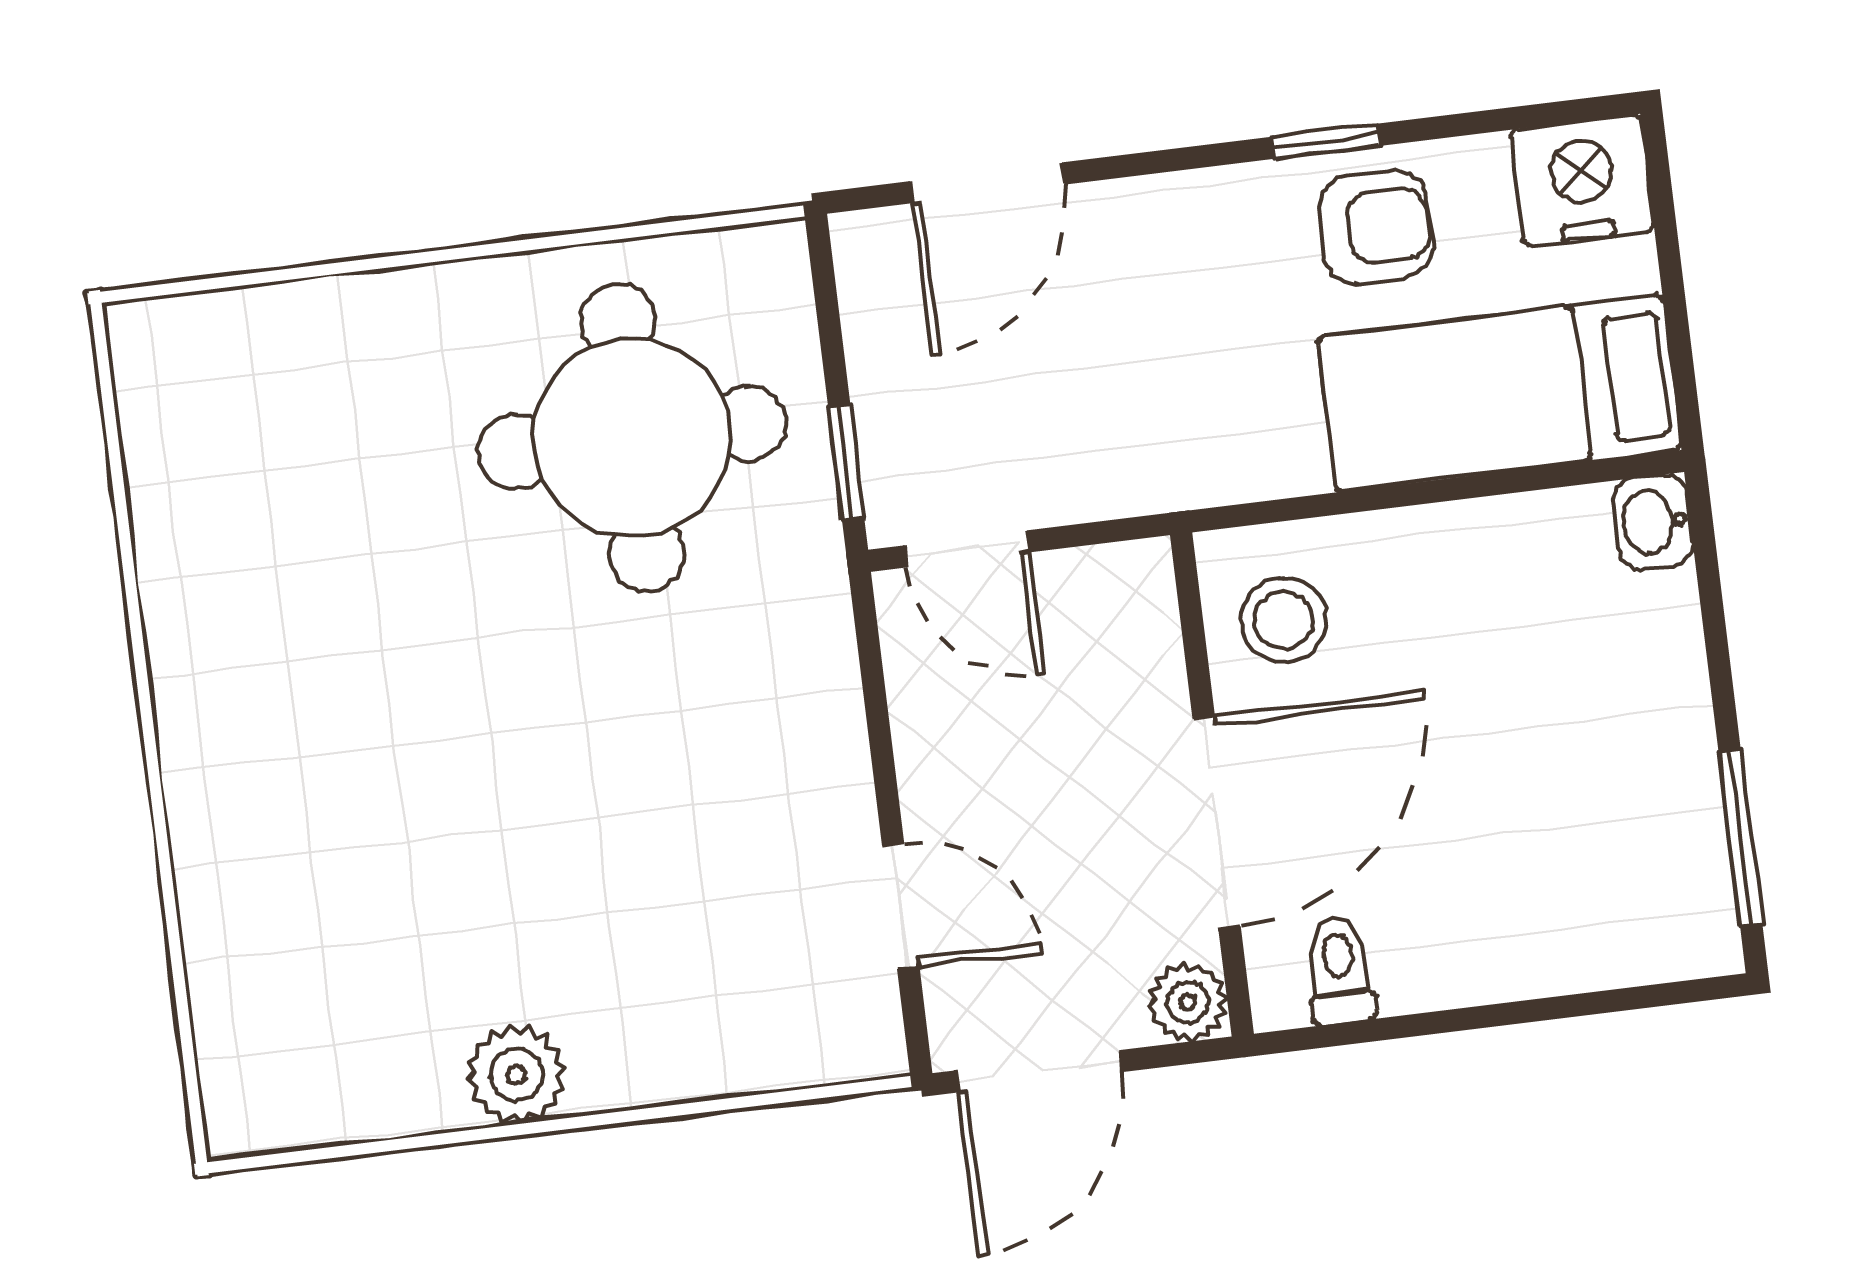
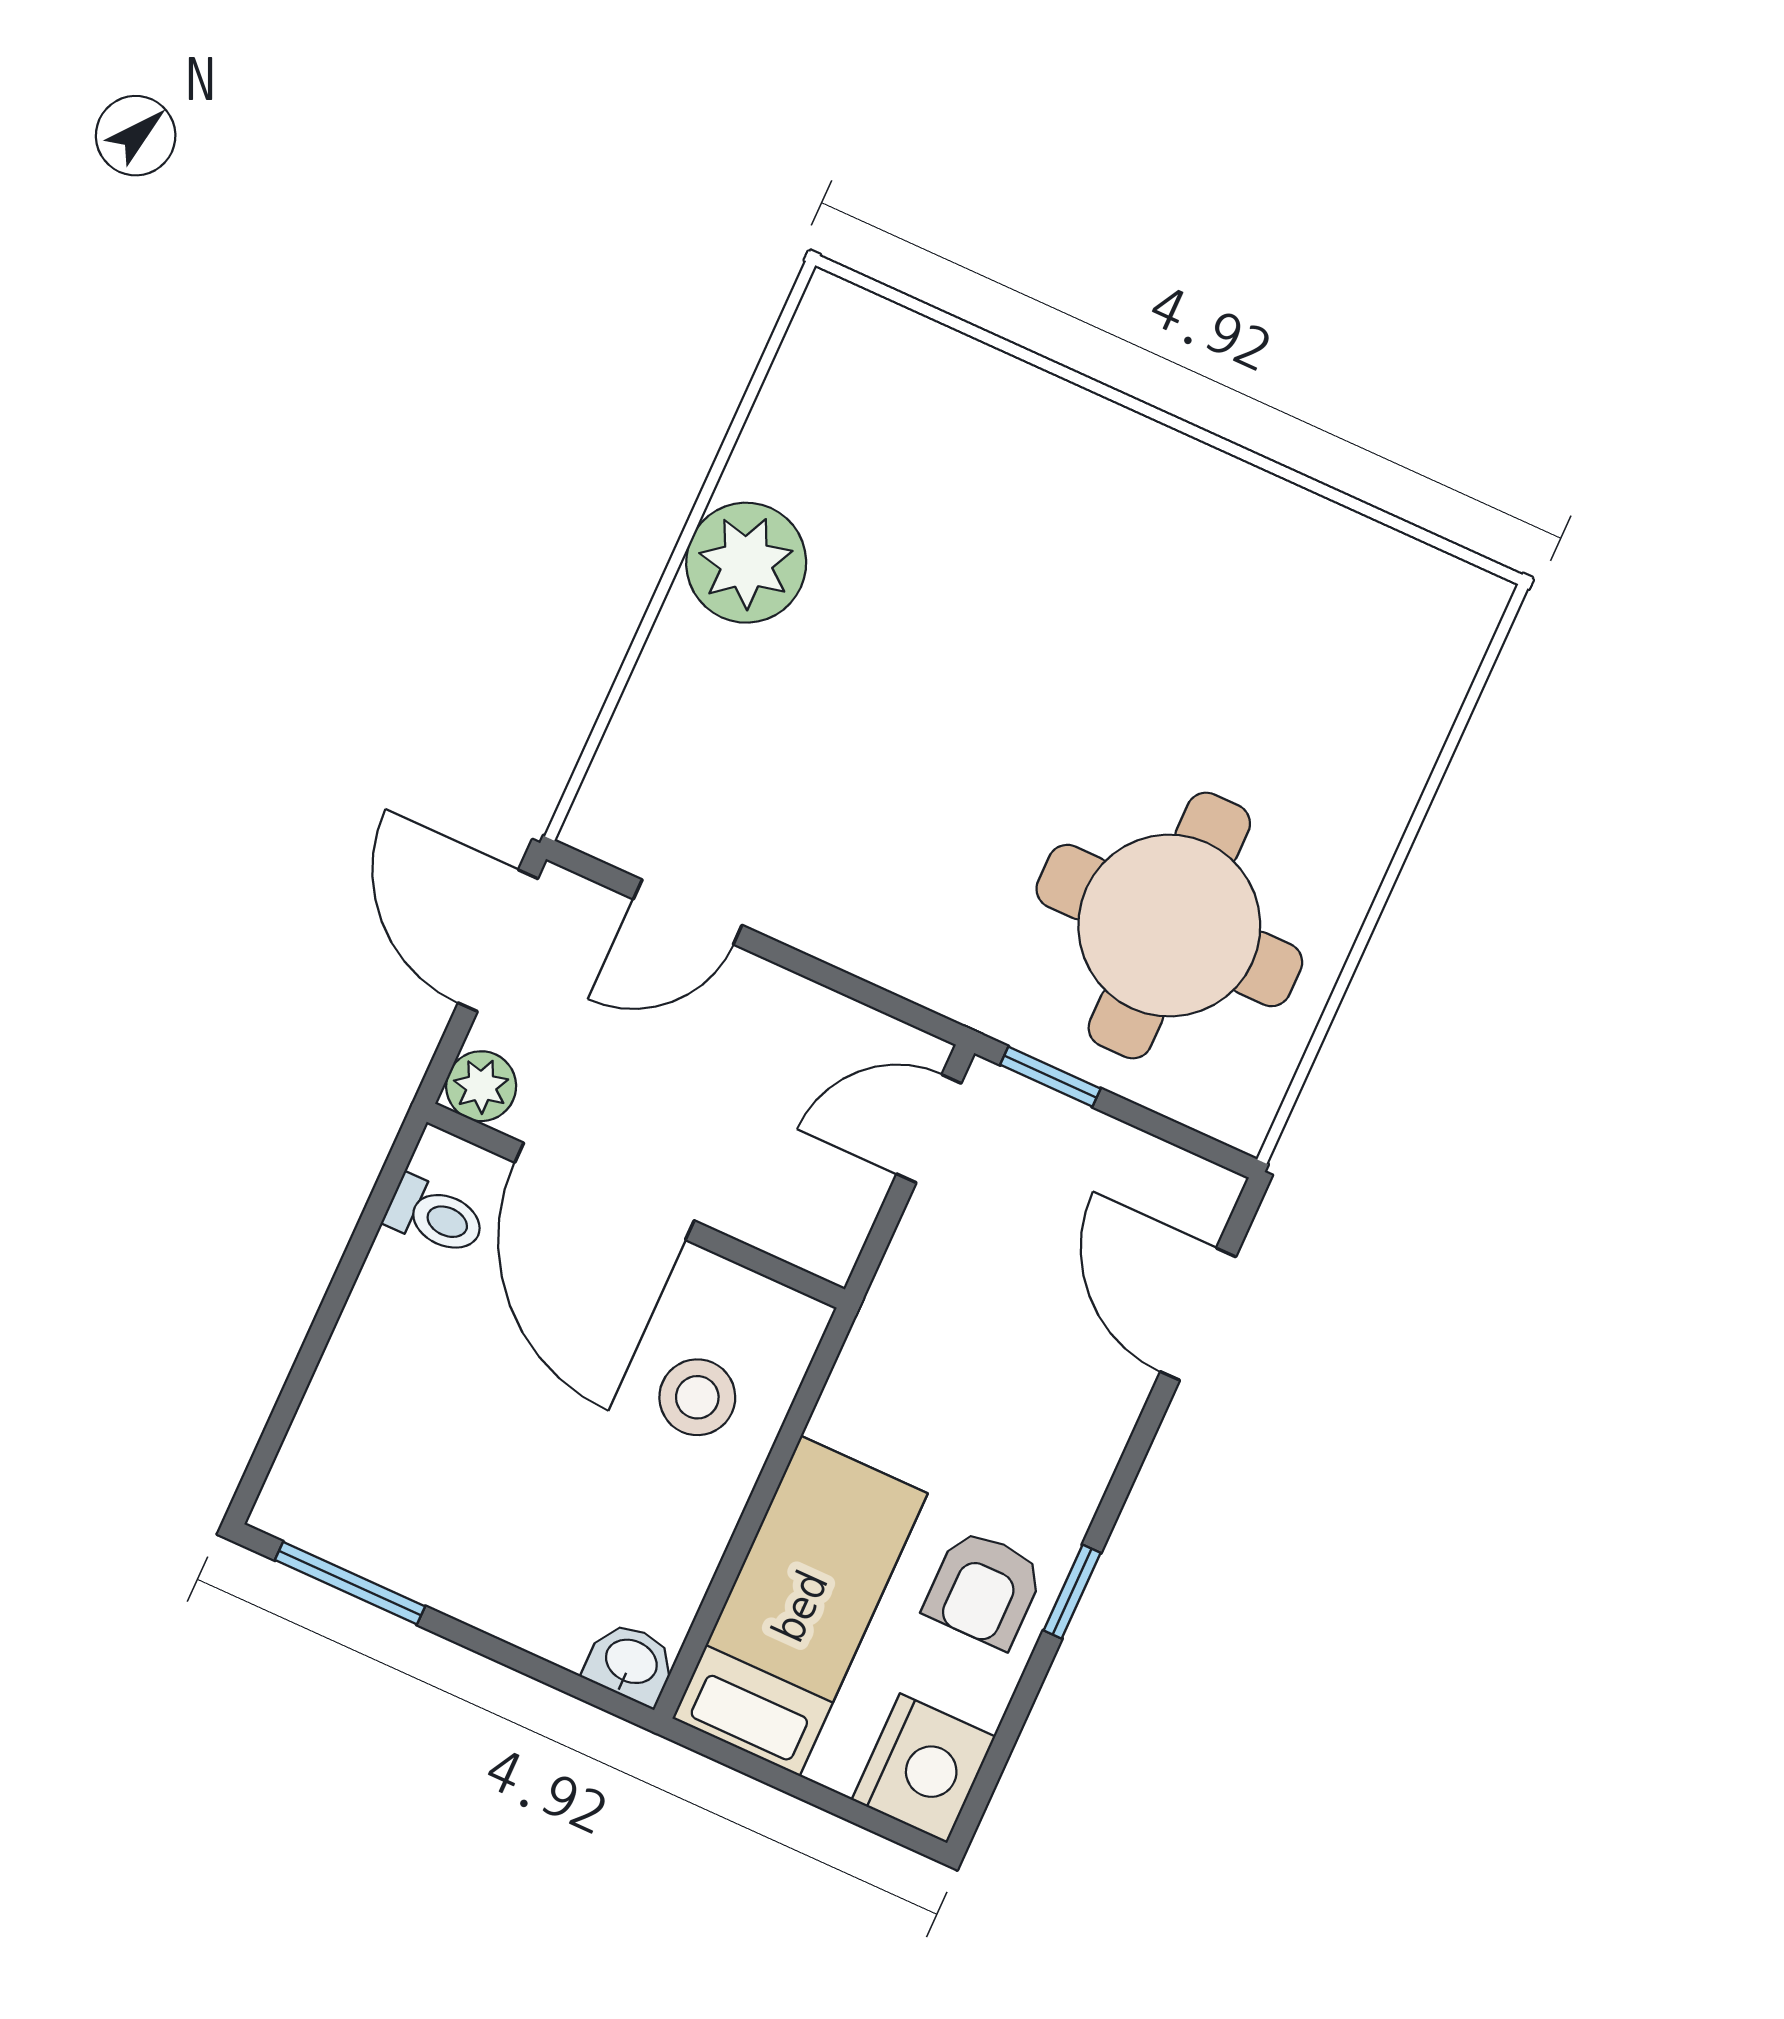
stool: (1284, 620) -> (697, 1397), moved
plant: (516, 1075) -> (746, 563), width x1.36, depth x1.36

